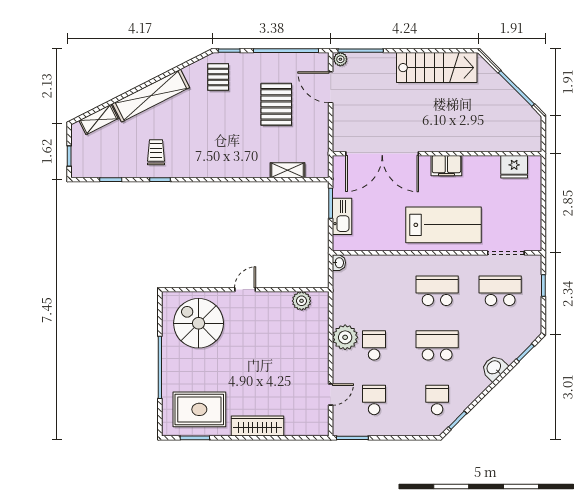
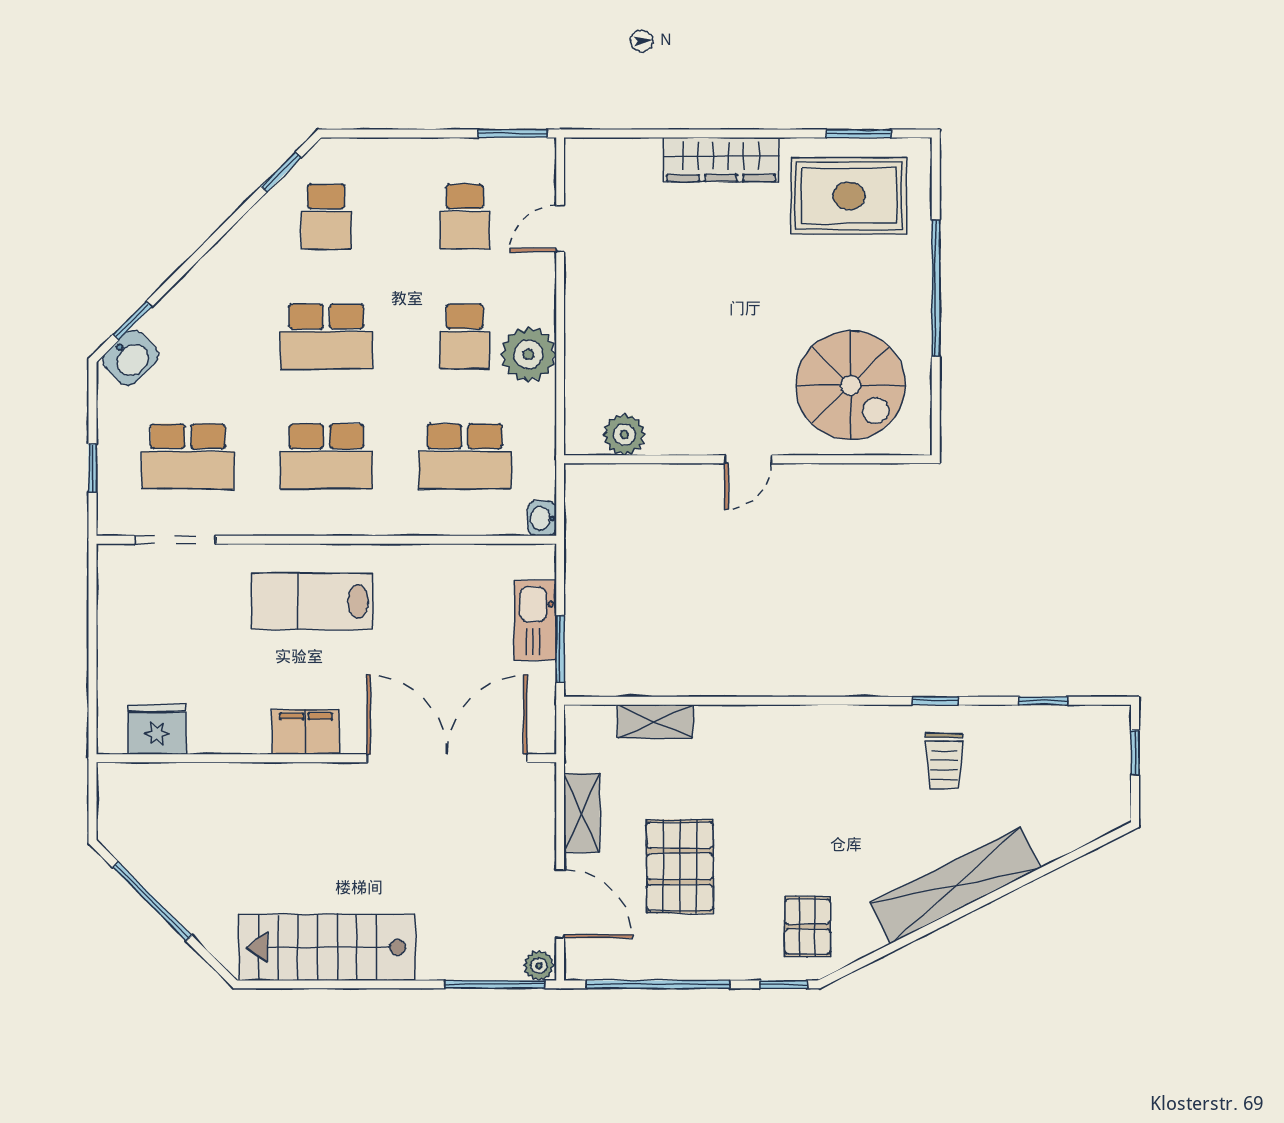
shelving: (99, 120) -> (582, 813), moved, turned -63
lab bench: (444, 225) -> (312, 601), width x0.73, depth x0.72
school desk: (374, 291) -> (465, 457), added
washbasin: (494, 368) -> (131, 358), moved

